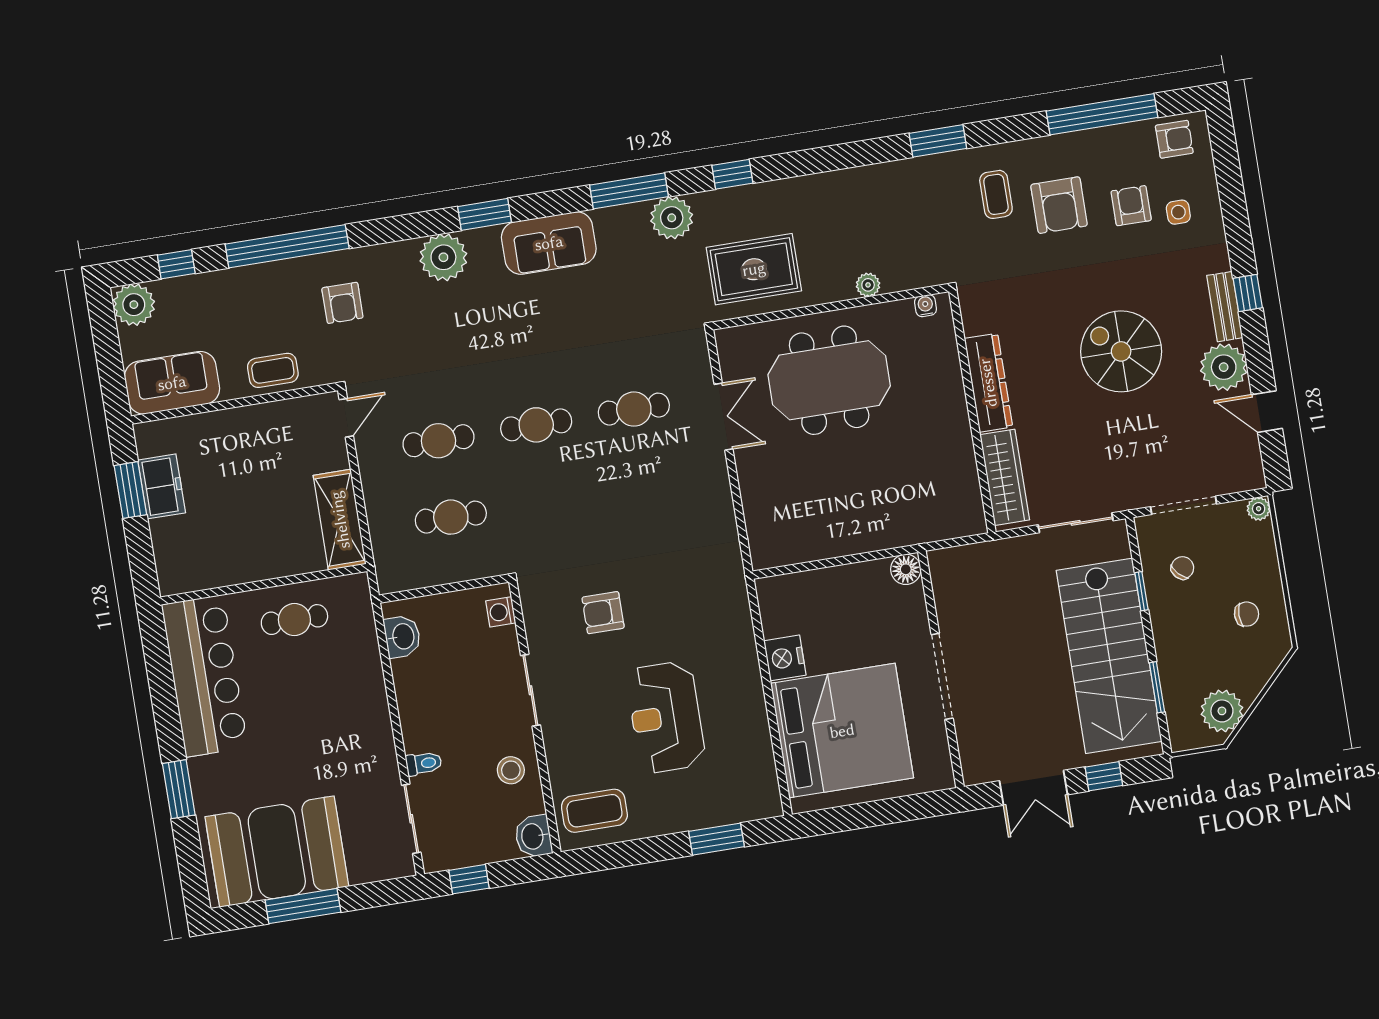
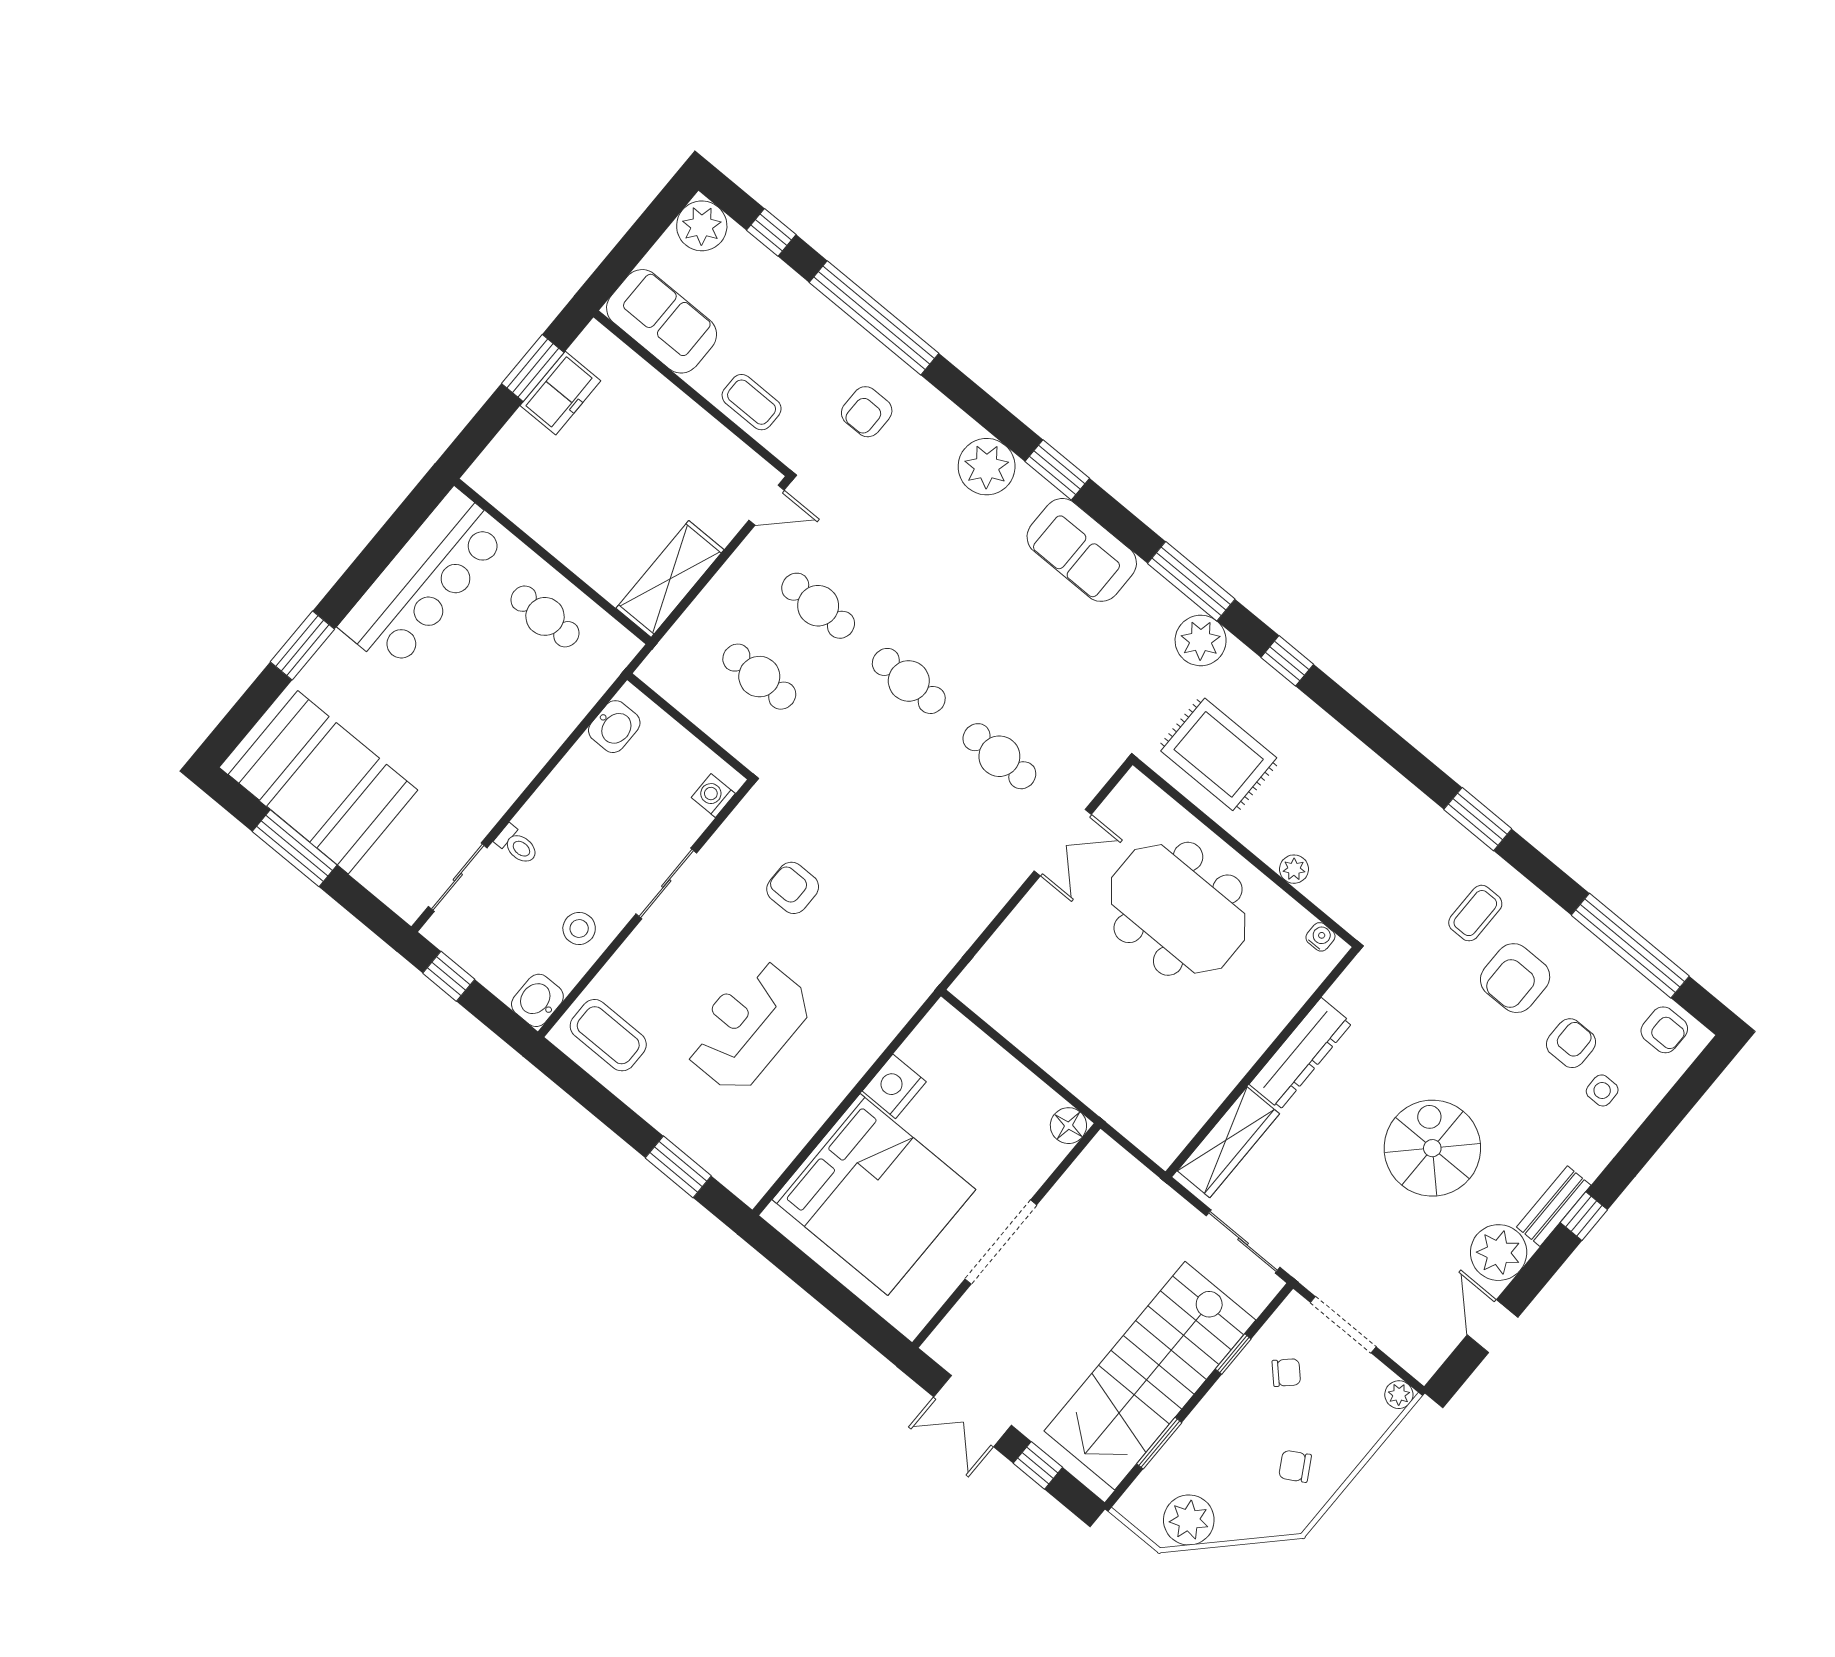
chair: (1247, 614) -> (1295, 1466), turned 150

